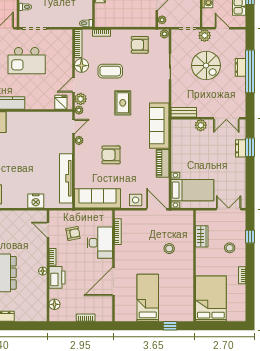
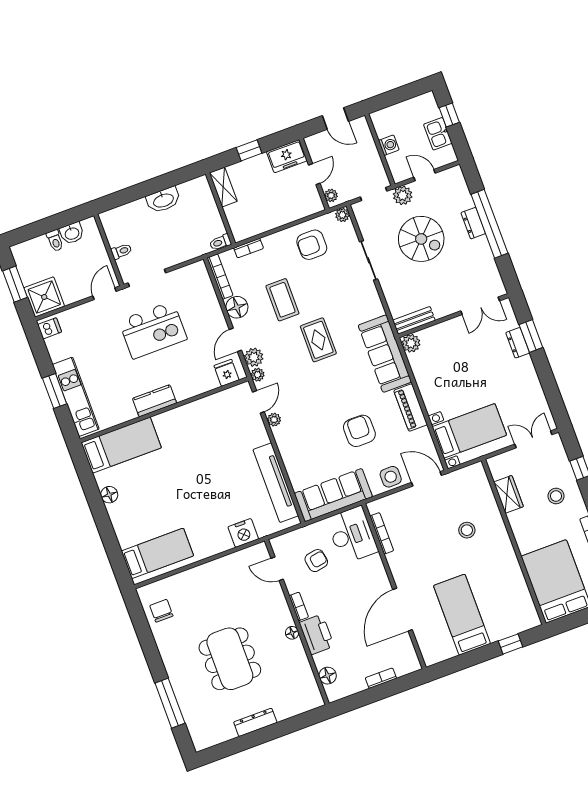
coffee table: (110, 71) -> (282, 300), turned 90
plant: (201, 125) -> (411, 343), moved
armchair: (111, 155) -> (359, 431), moved, turned 90
desk: (100, 243) -> (352, 535), moved

